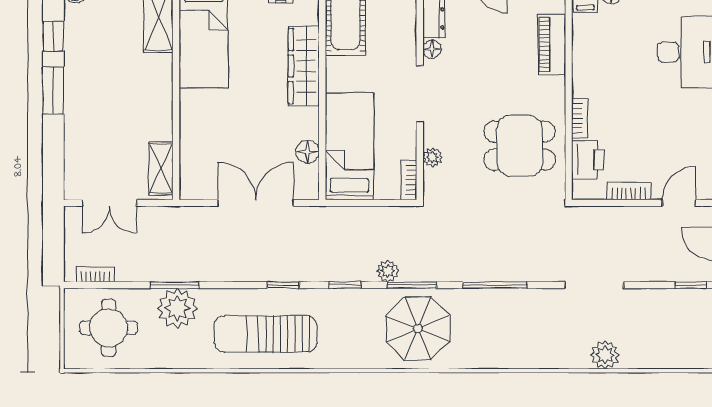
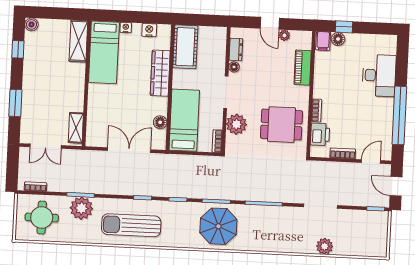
window: (53, 90) -> (15, 103), moved
plant: (432, 157) -> (236, 124), width x1.87, depth x1.87
plant: (388, 271) -> (203, 193), removed

